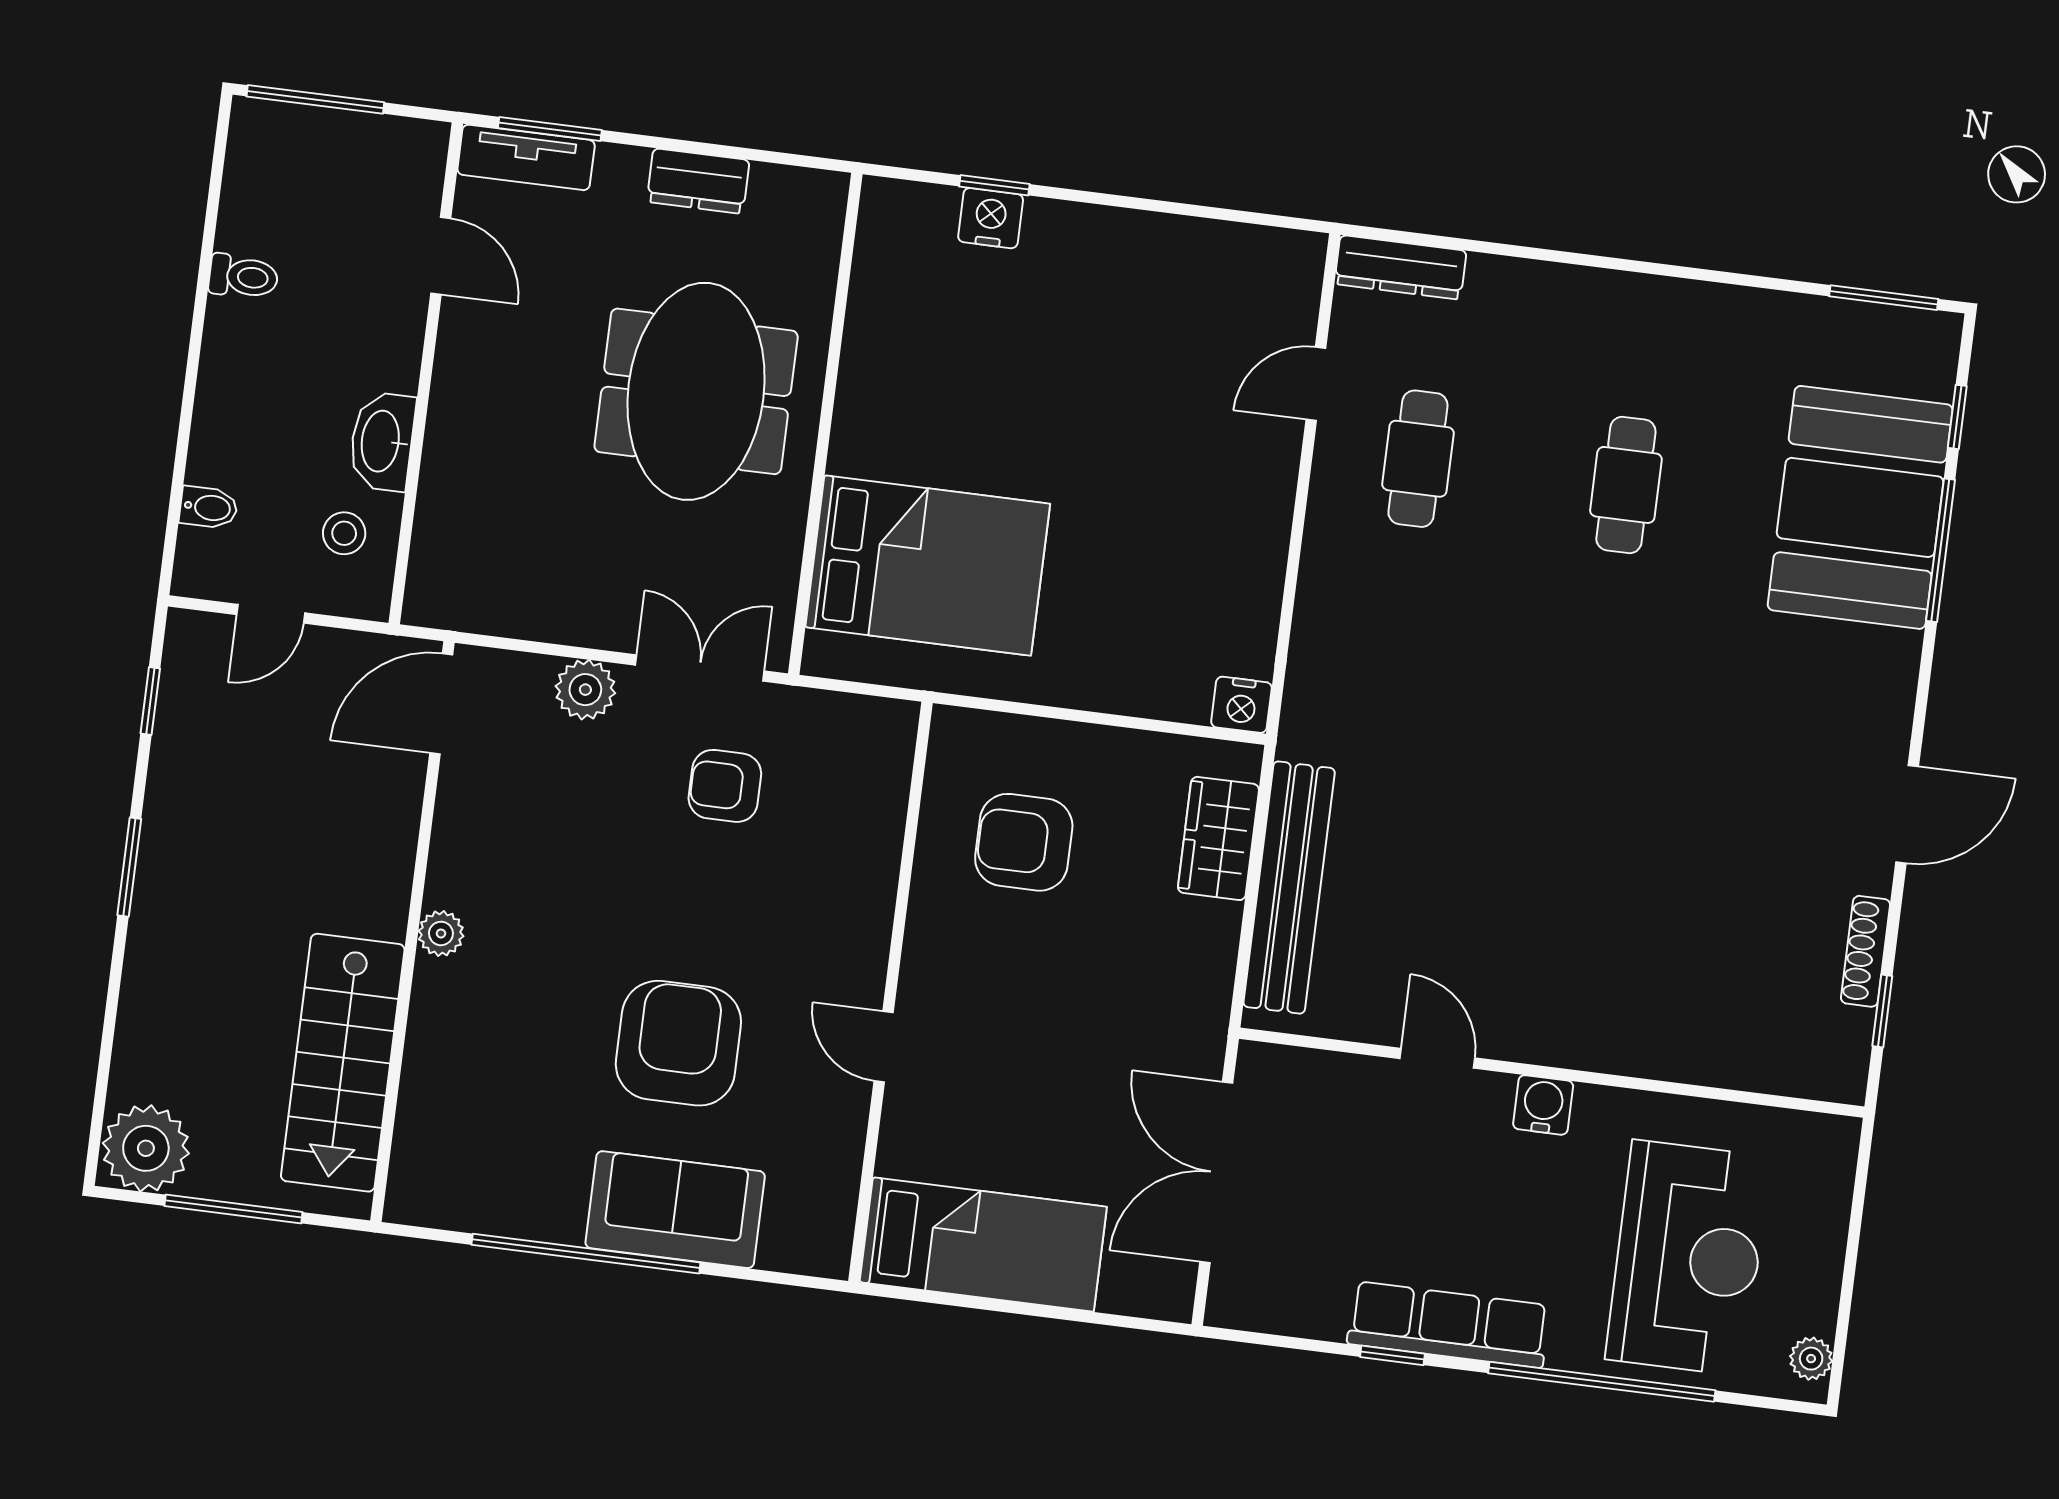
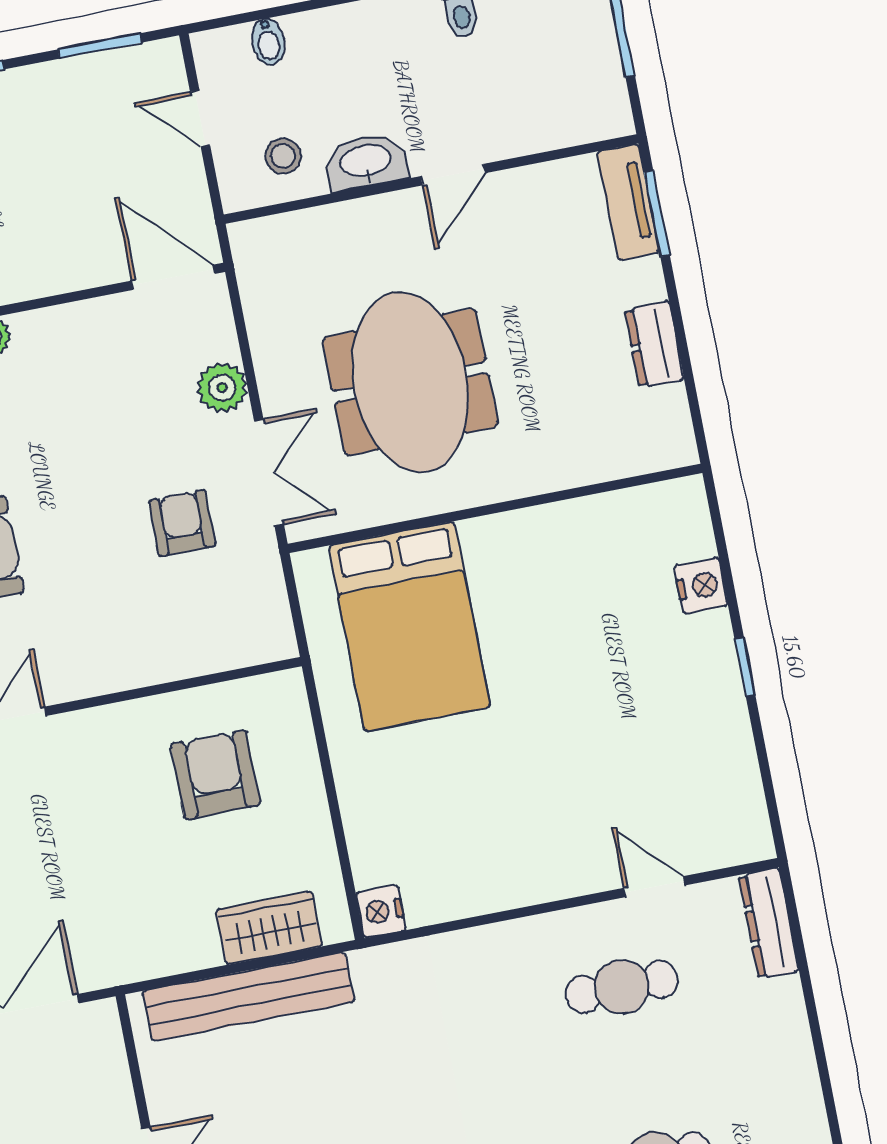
window: (994, 185) -> (745, 667), moved
door: (441, 256) -> (453, 175), moved
meeting table: (696, 391) -> (410, 382), moved, turned 90
window: (150, 701) -> (100, 46), width x1.50

